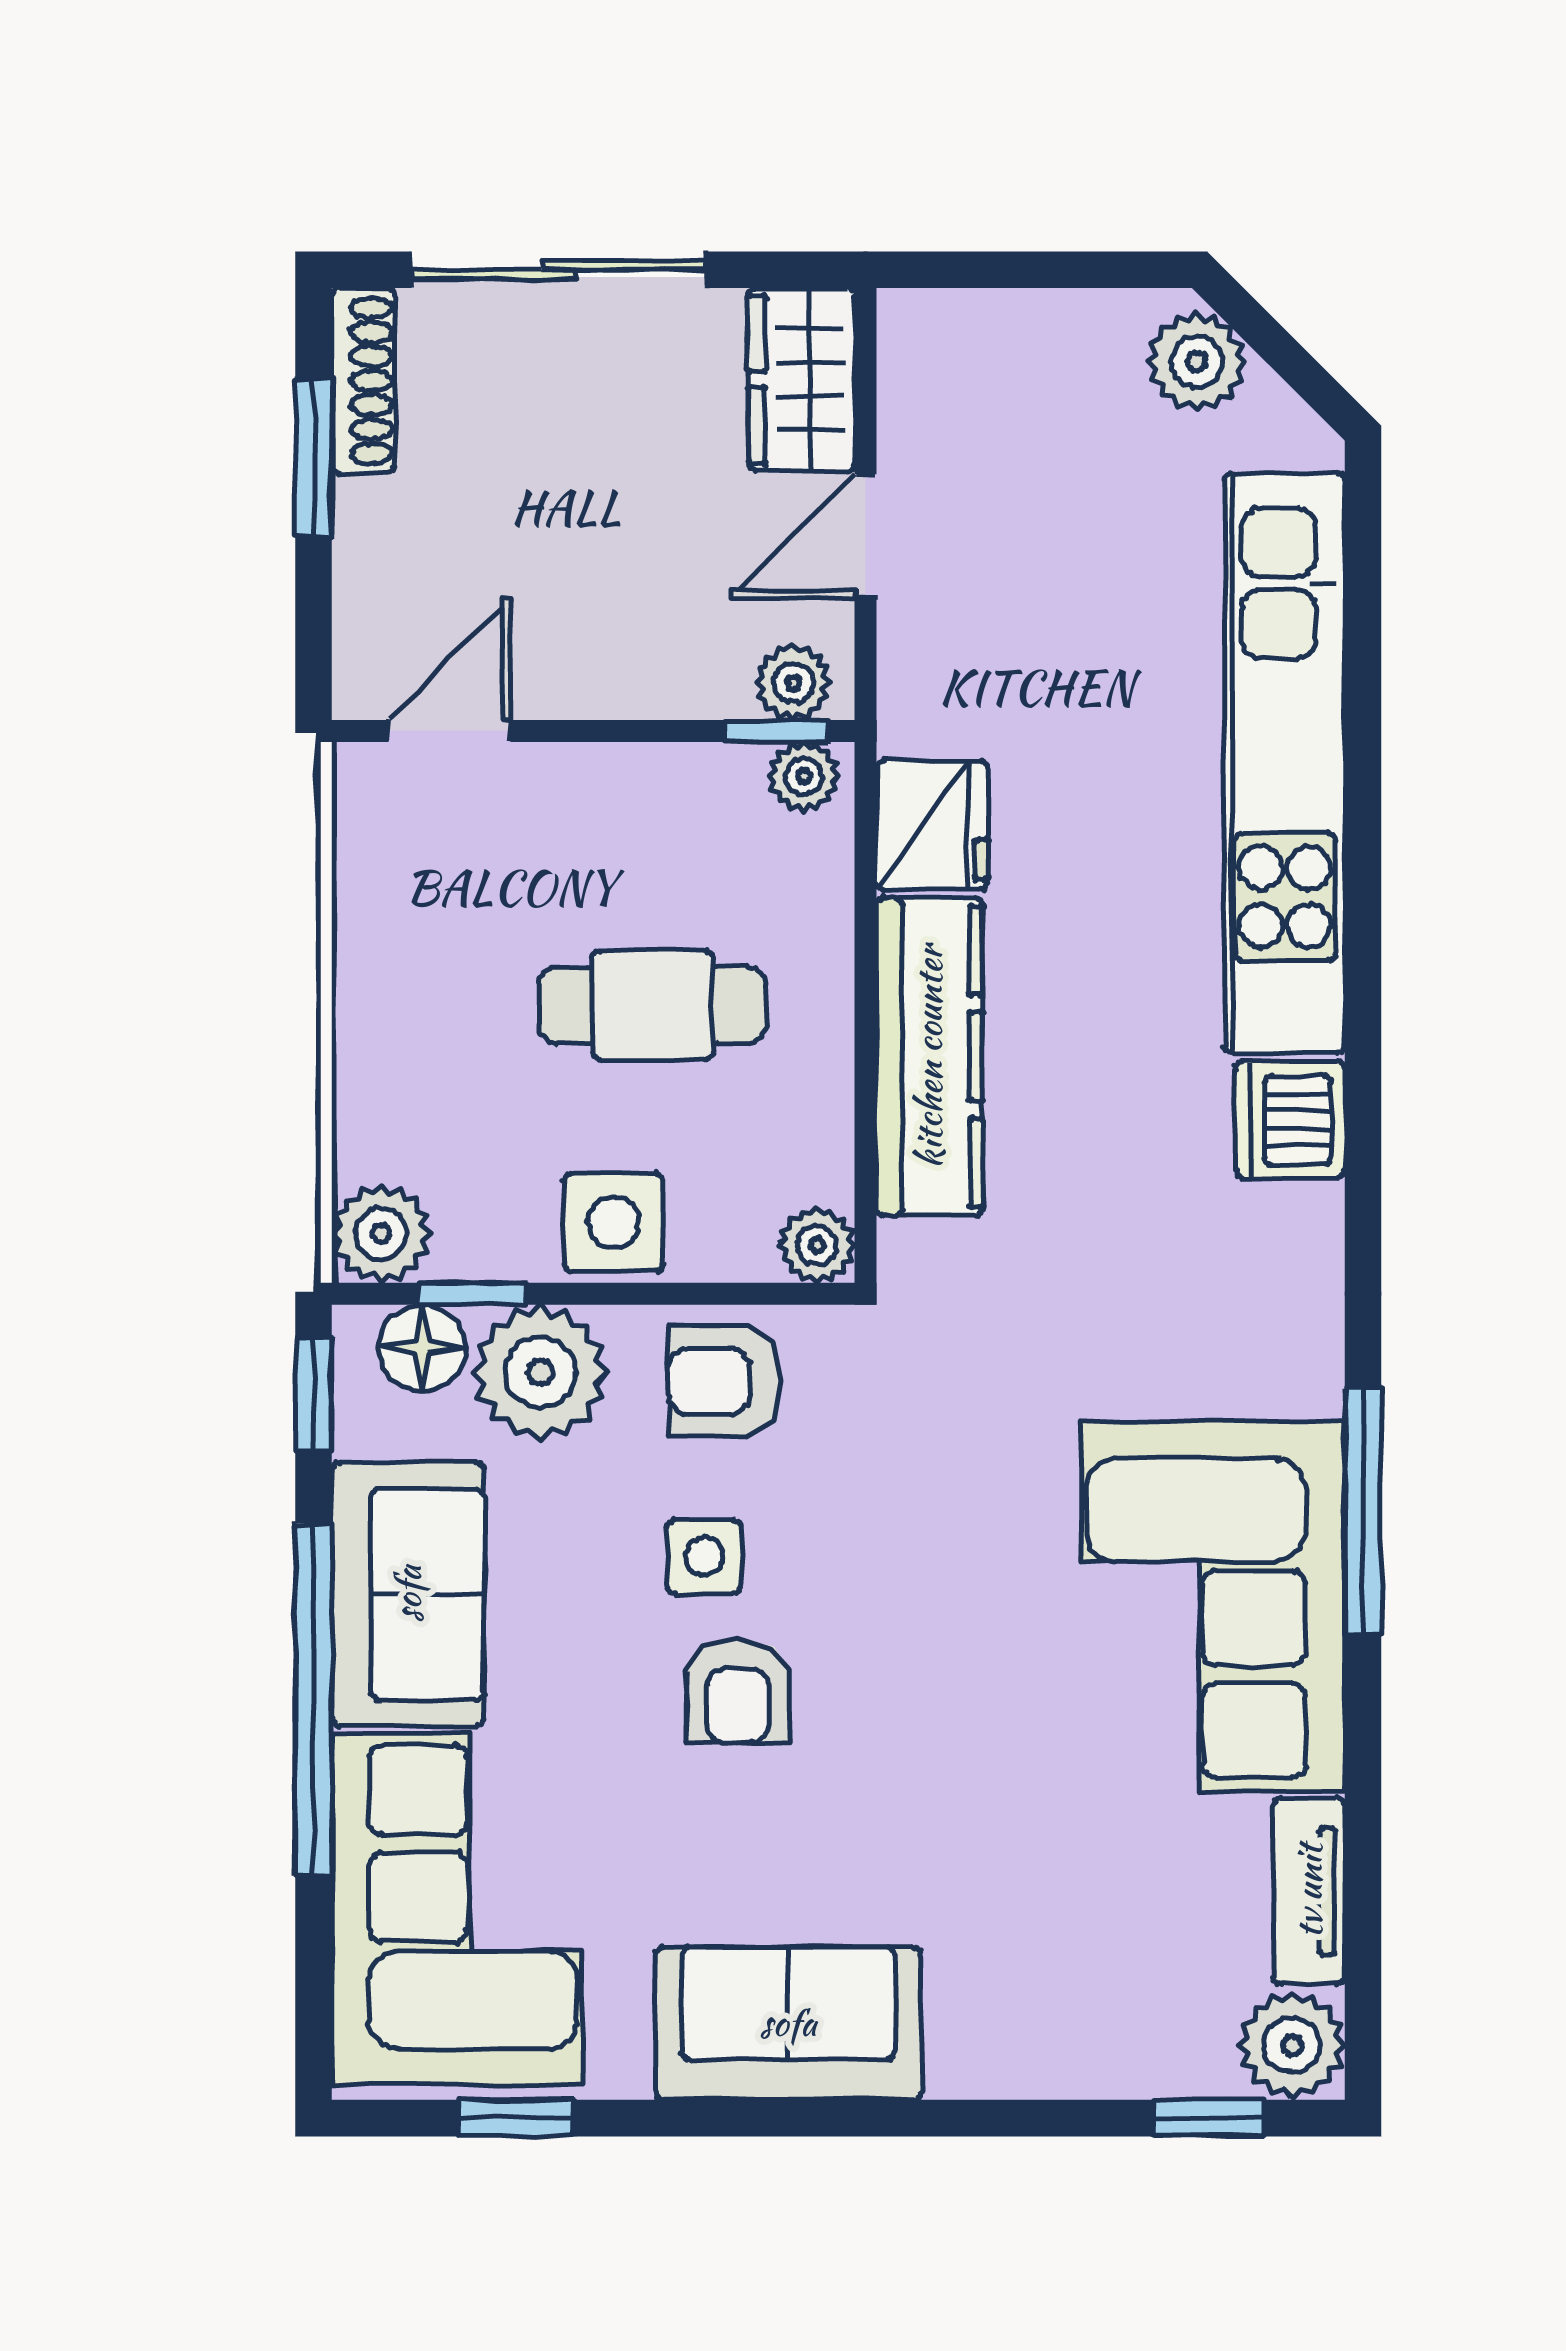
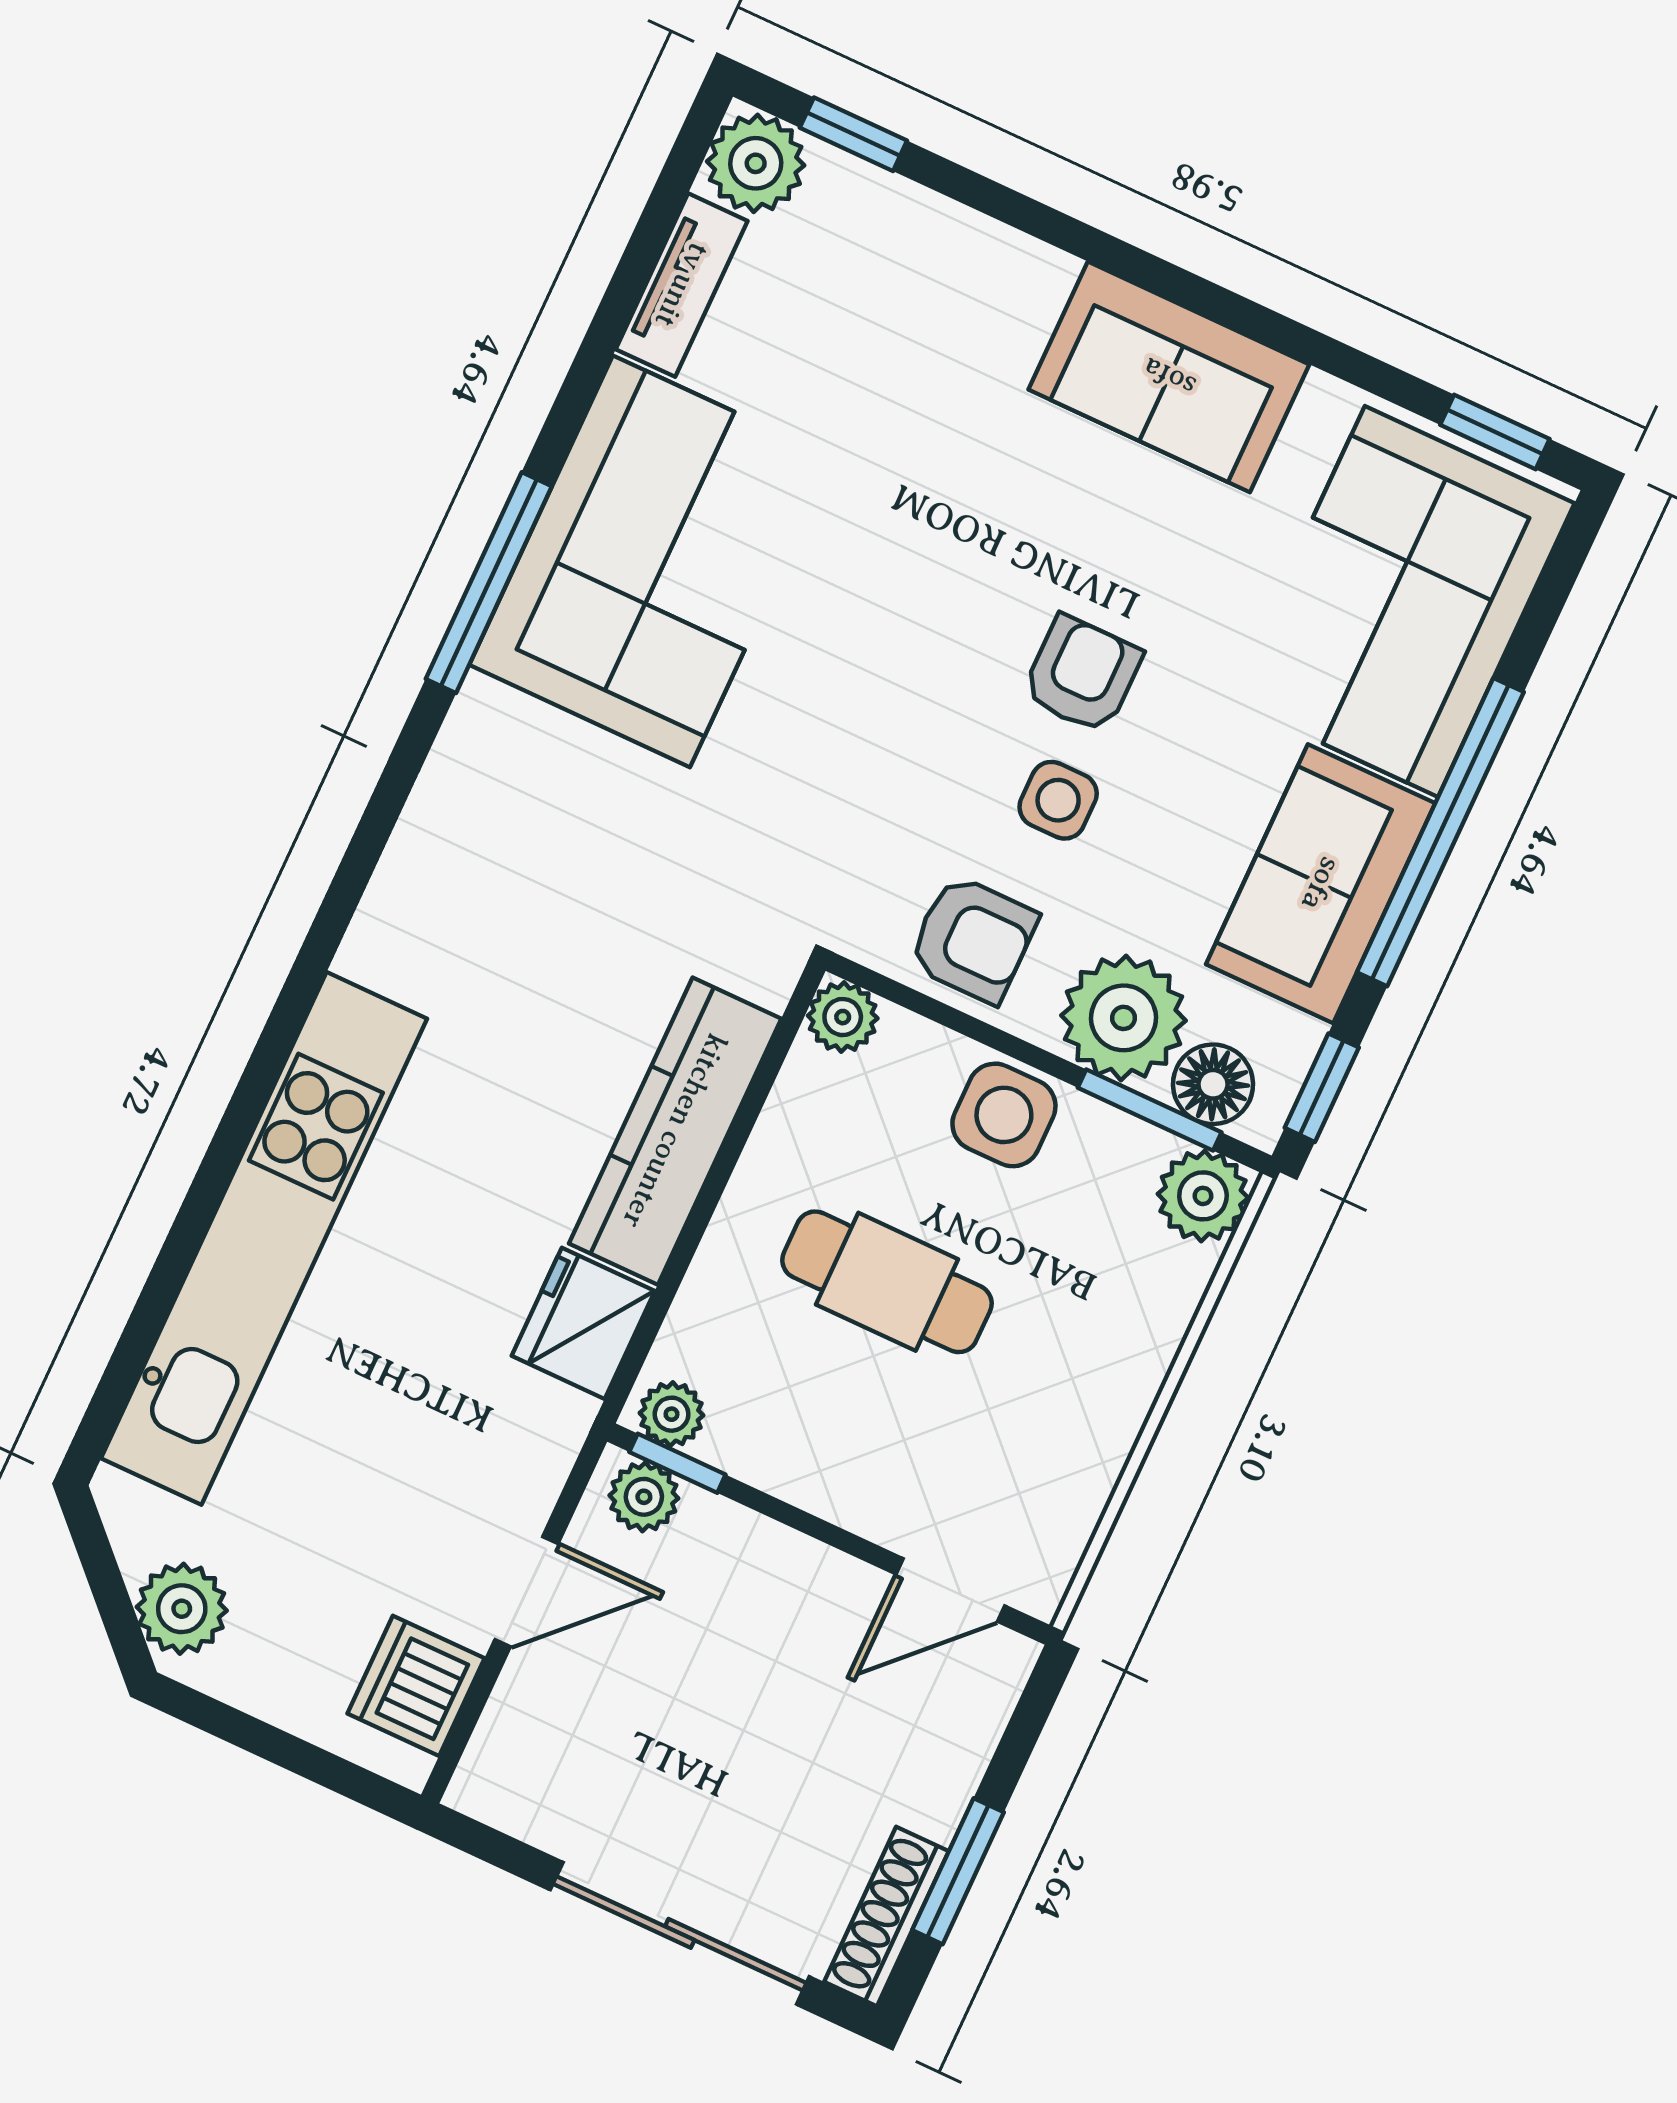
wardrobe: (801, 380) -> (519, 1747), removed
dishwasher: (1290, 1120) -> (416, 1686), moved, turned 180
window: (473, 1294) -> (1150, 1110), width x1.50
window: (517, 2118) -> (1495, 432), moved

